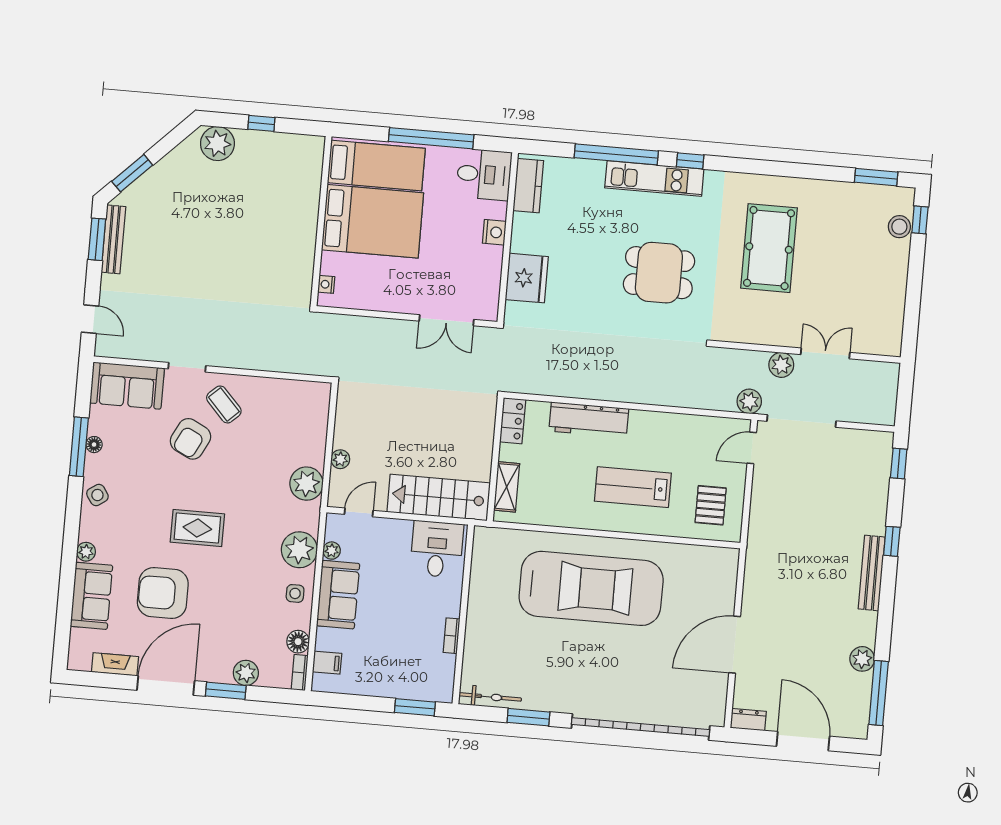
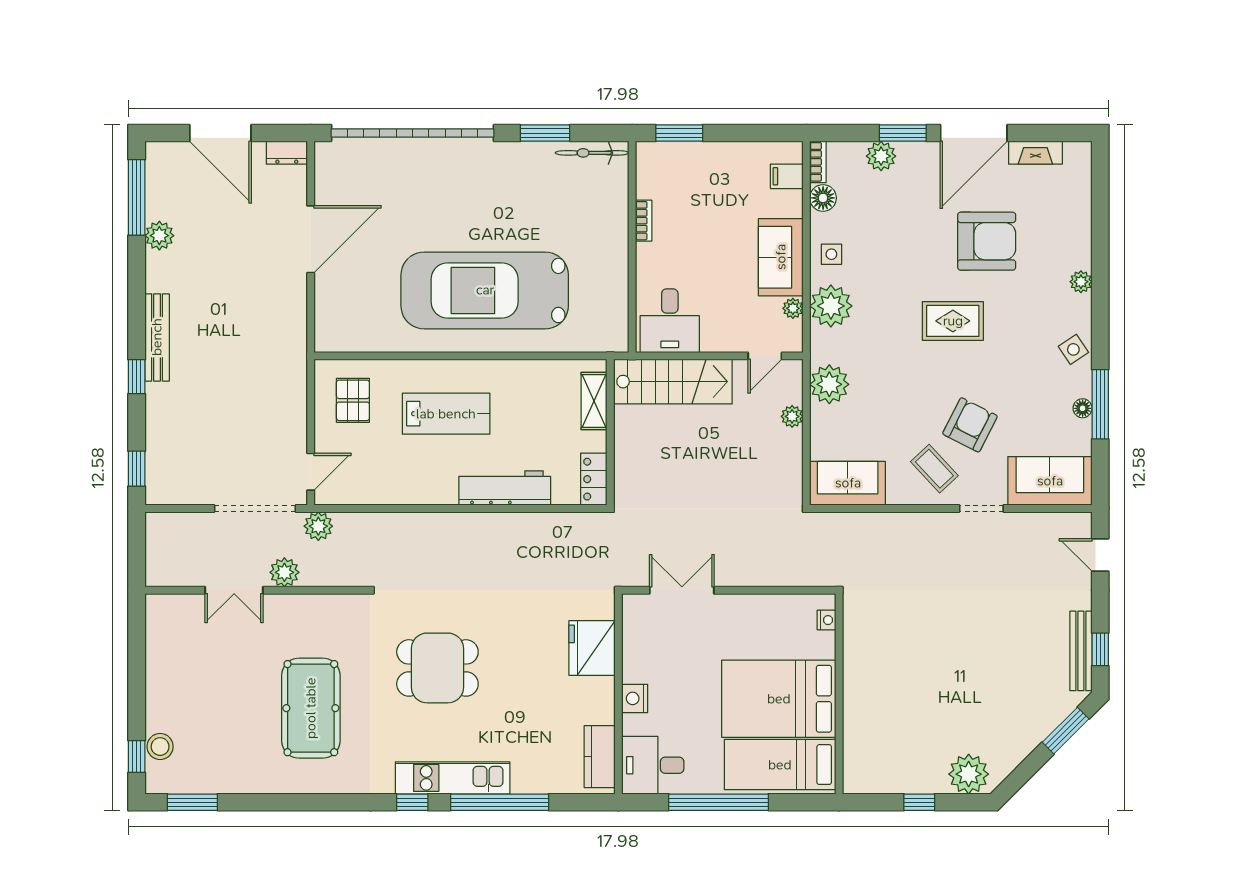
window: (97, 239) -> (1100, 649), width x0.67
sofa: (91, 596) -> (848, 483), moved, turned 90

